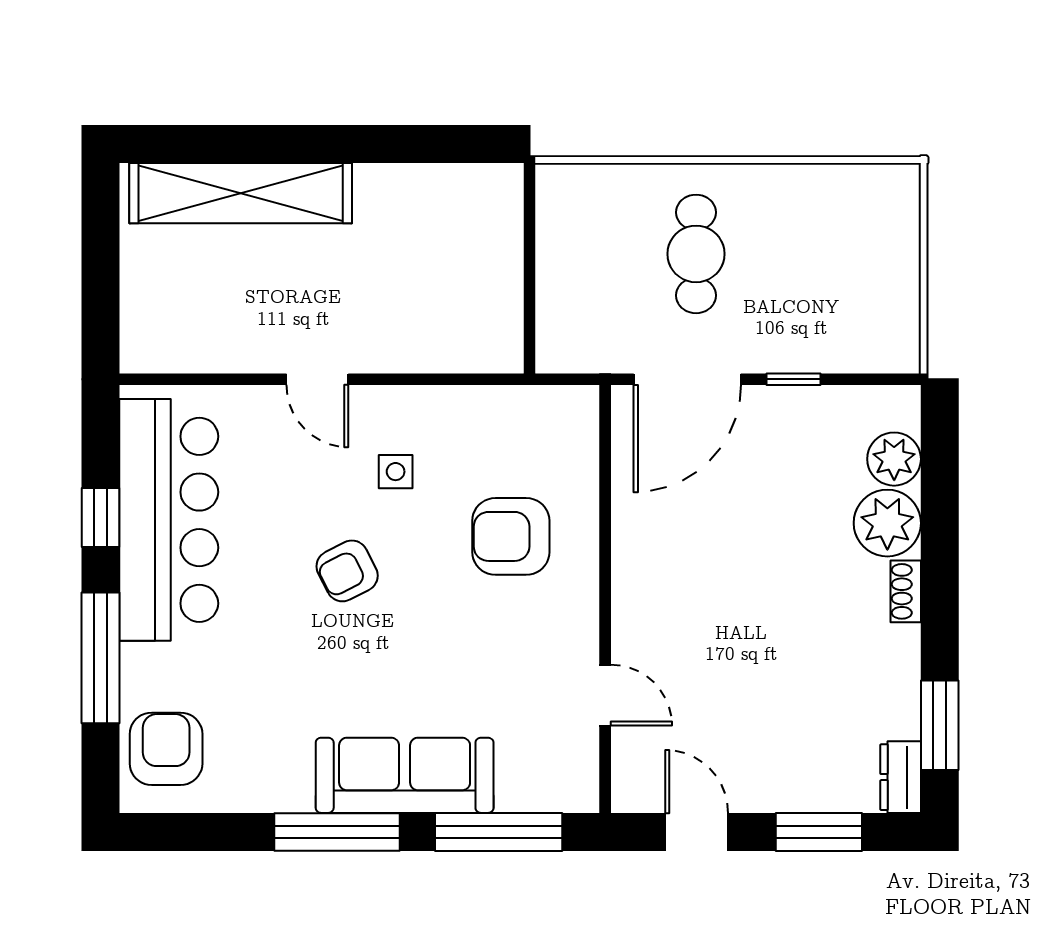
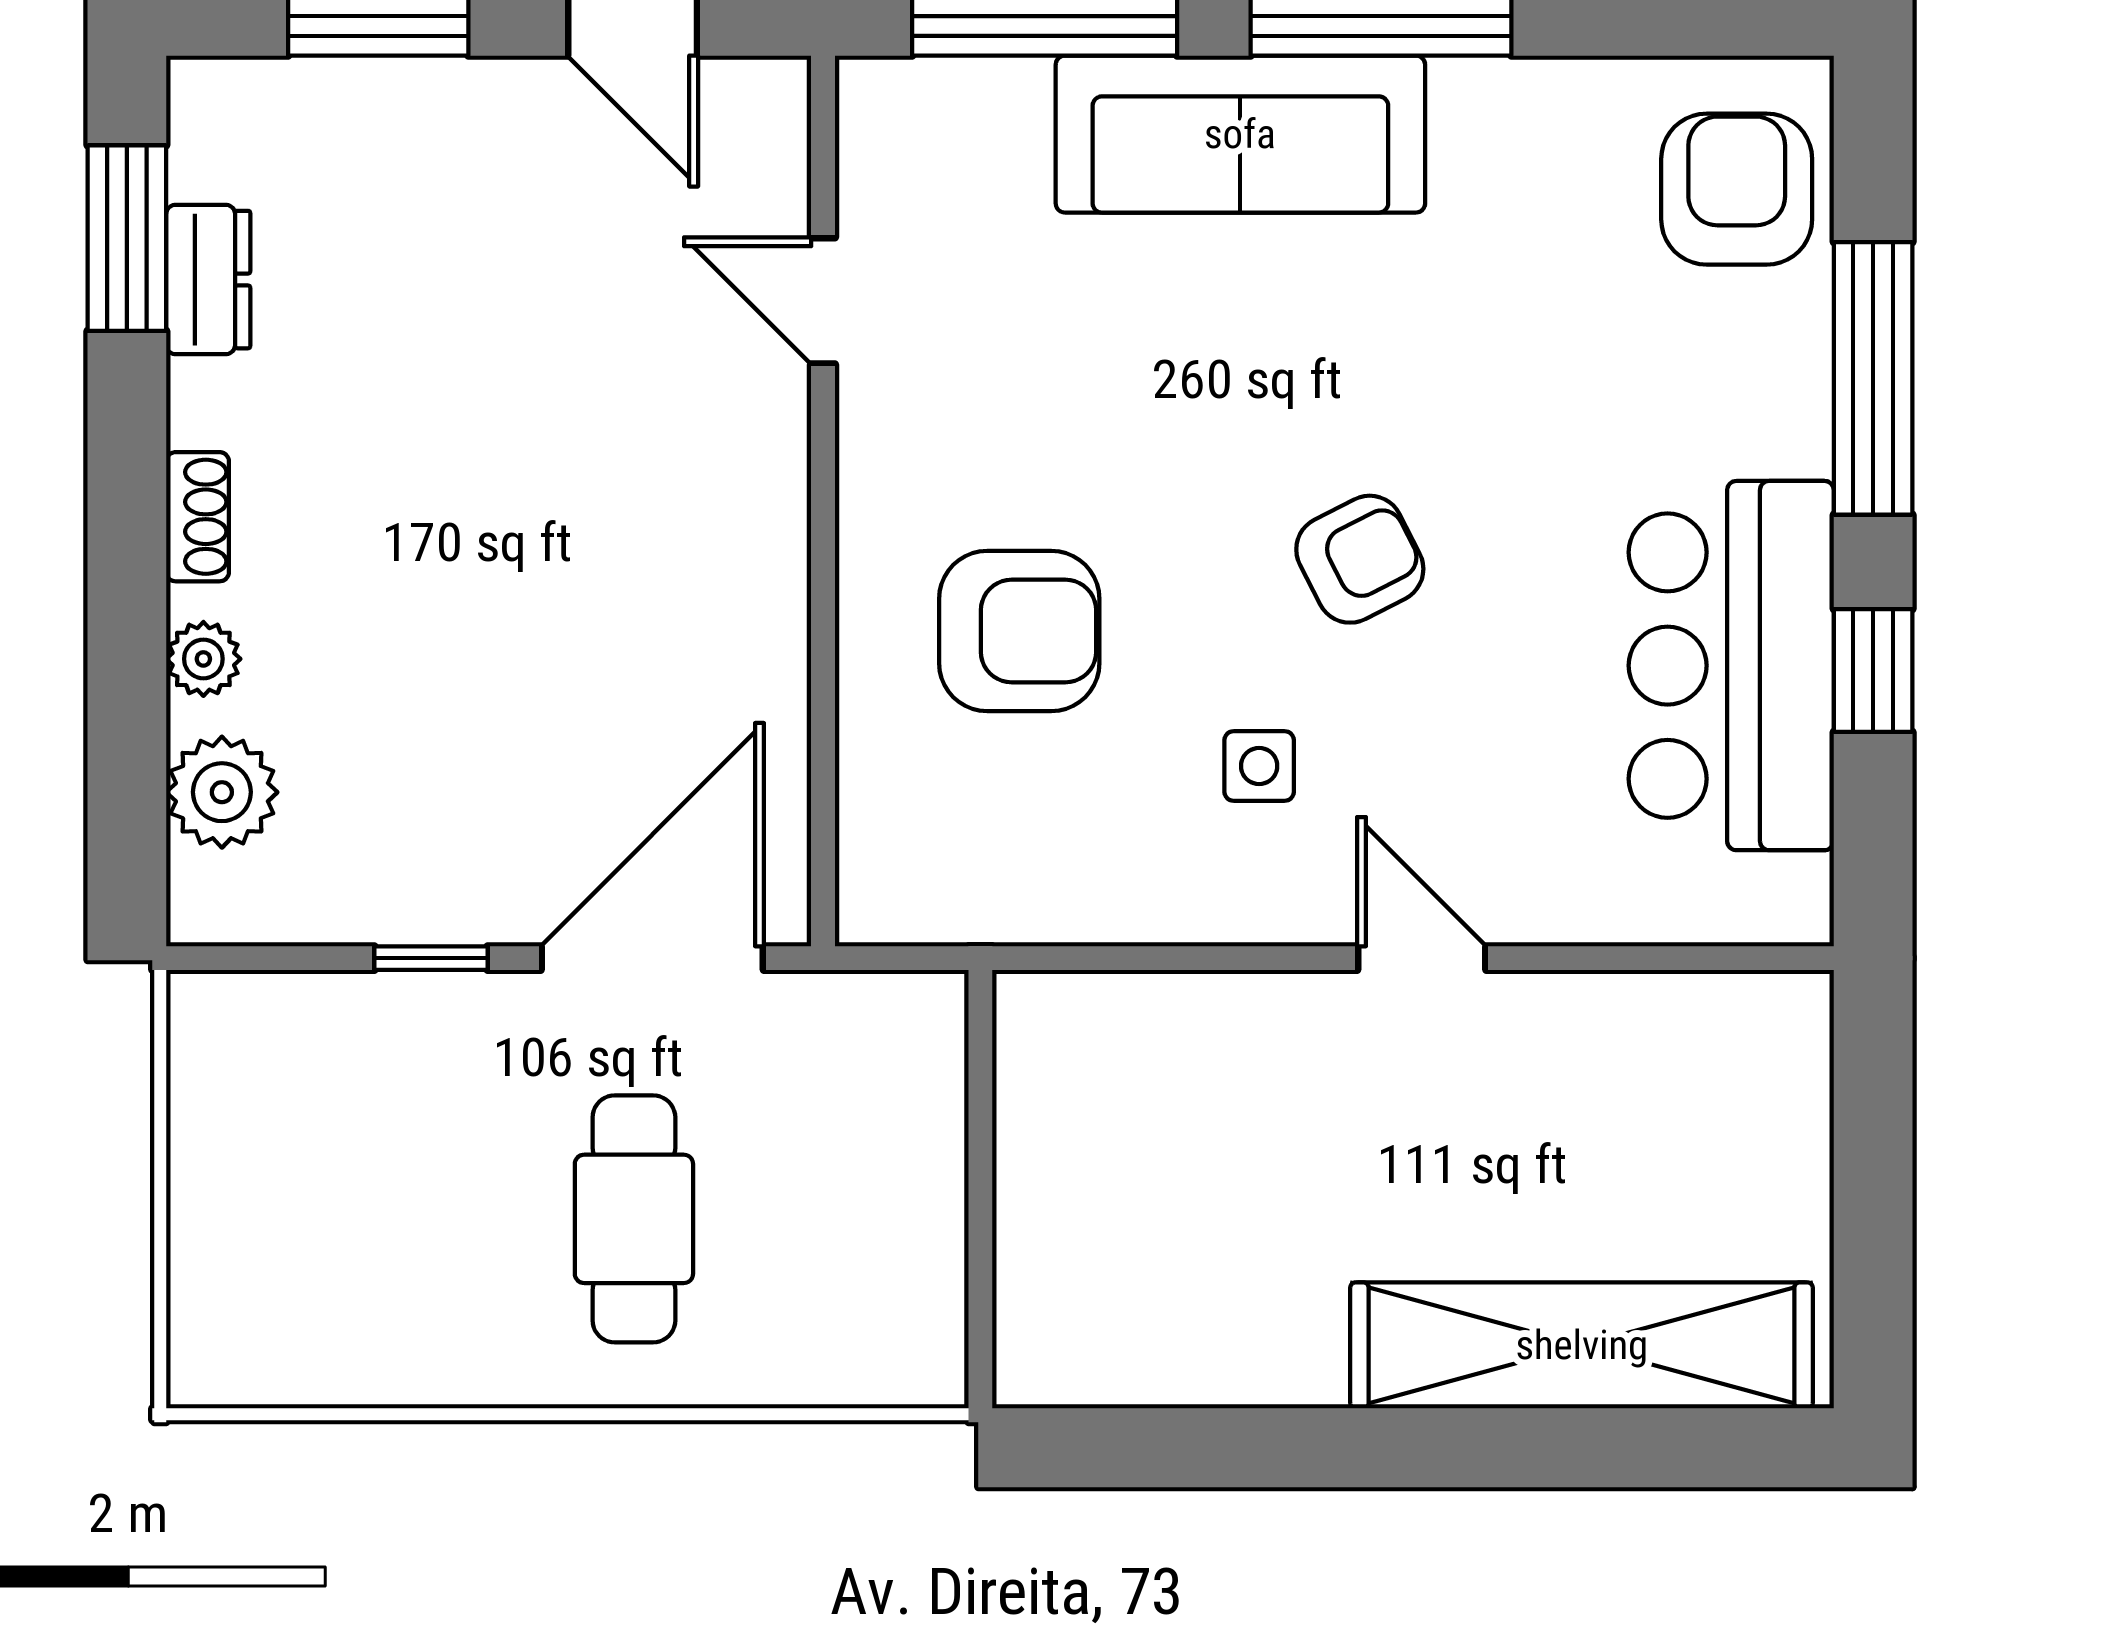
bar counter: (169, 520) -> (1731, 666), width x0.73
plant: (887, 523) -> (203, 659), width x0.53, depth x0.53
armchair: (166, 749) -> (1737, 189), turned 180
dresser: (901, 777) -> (208, 280), moved

